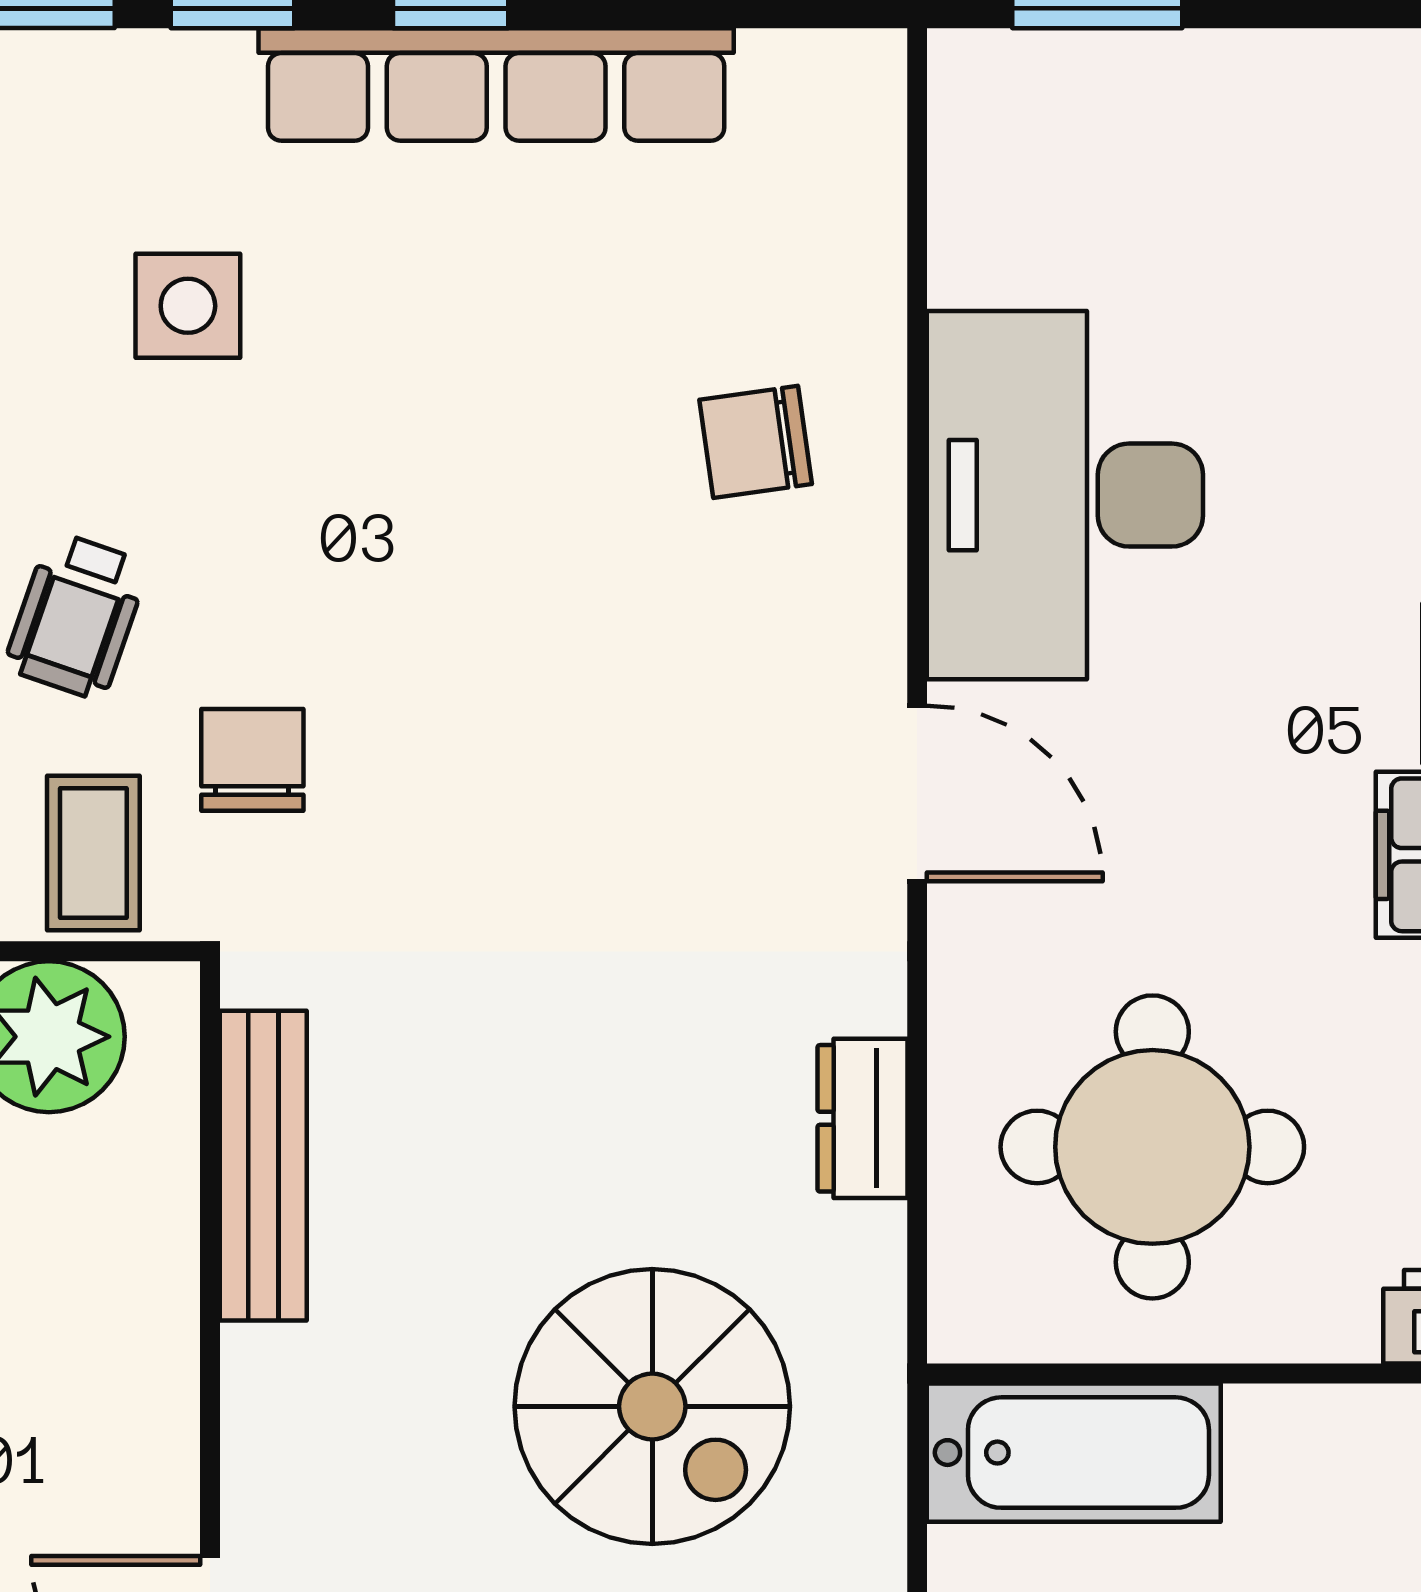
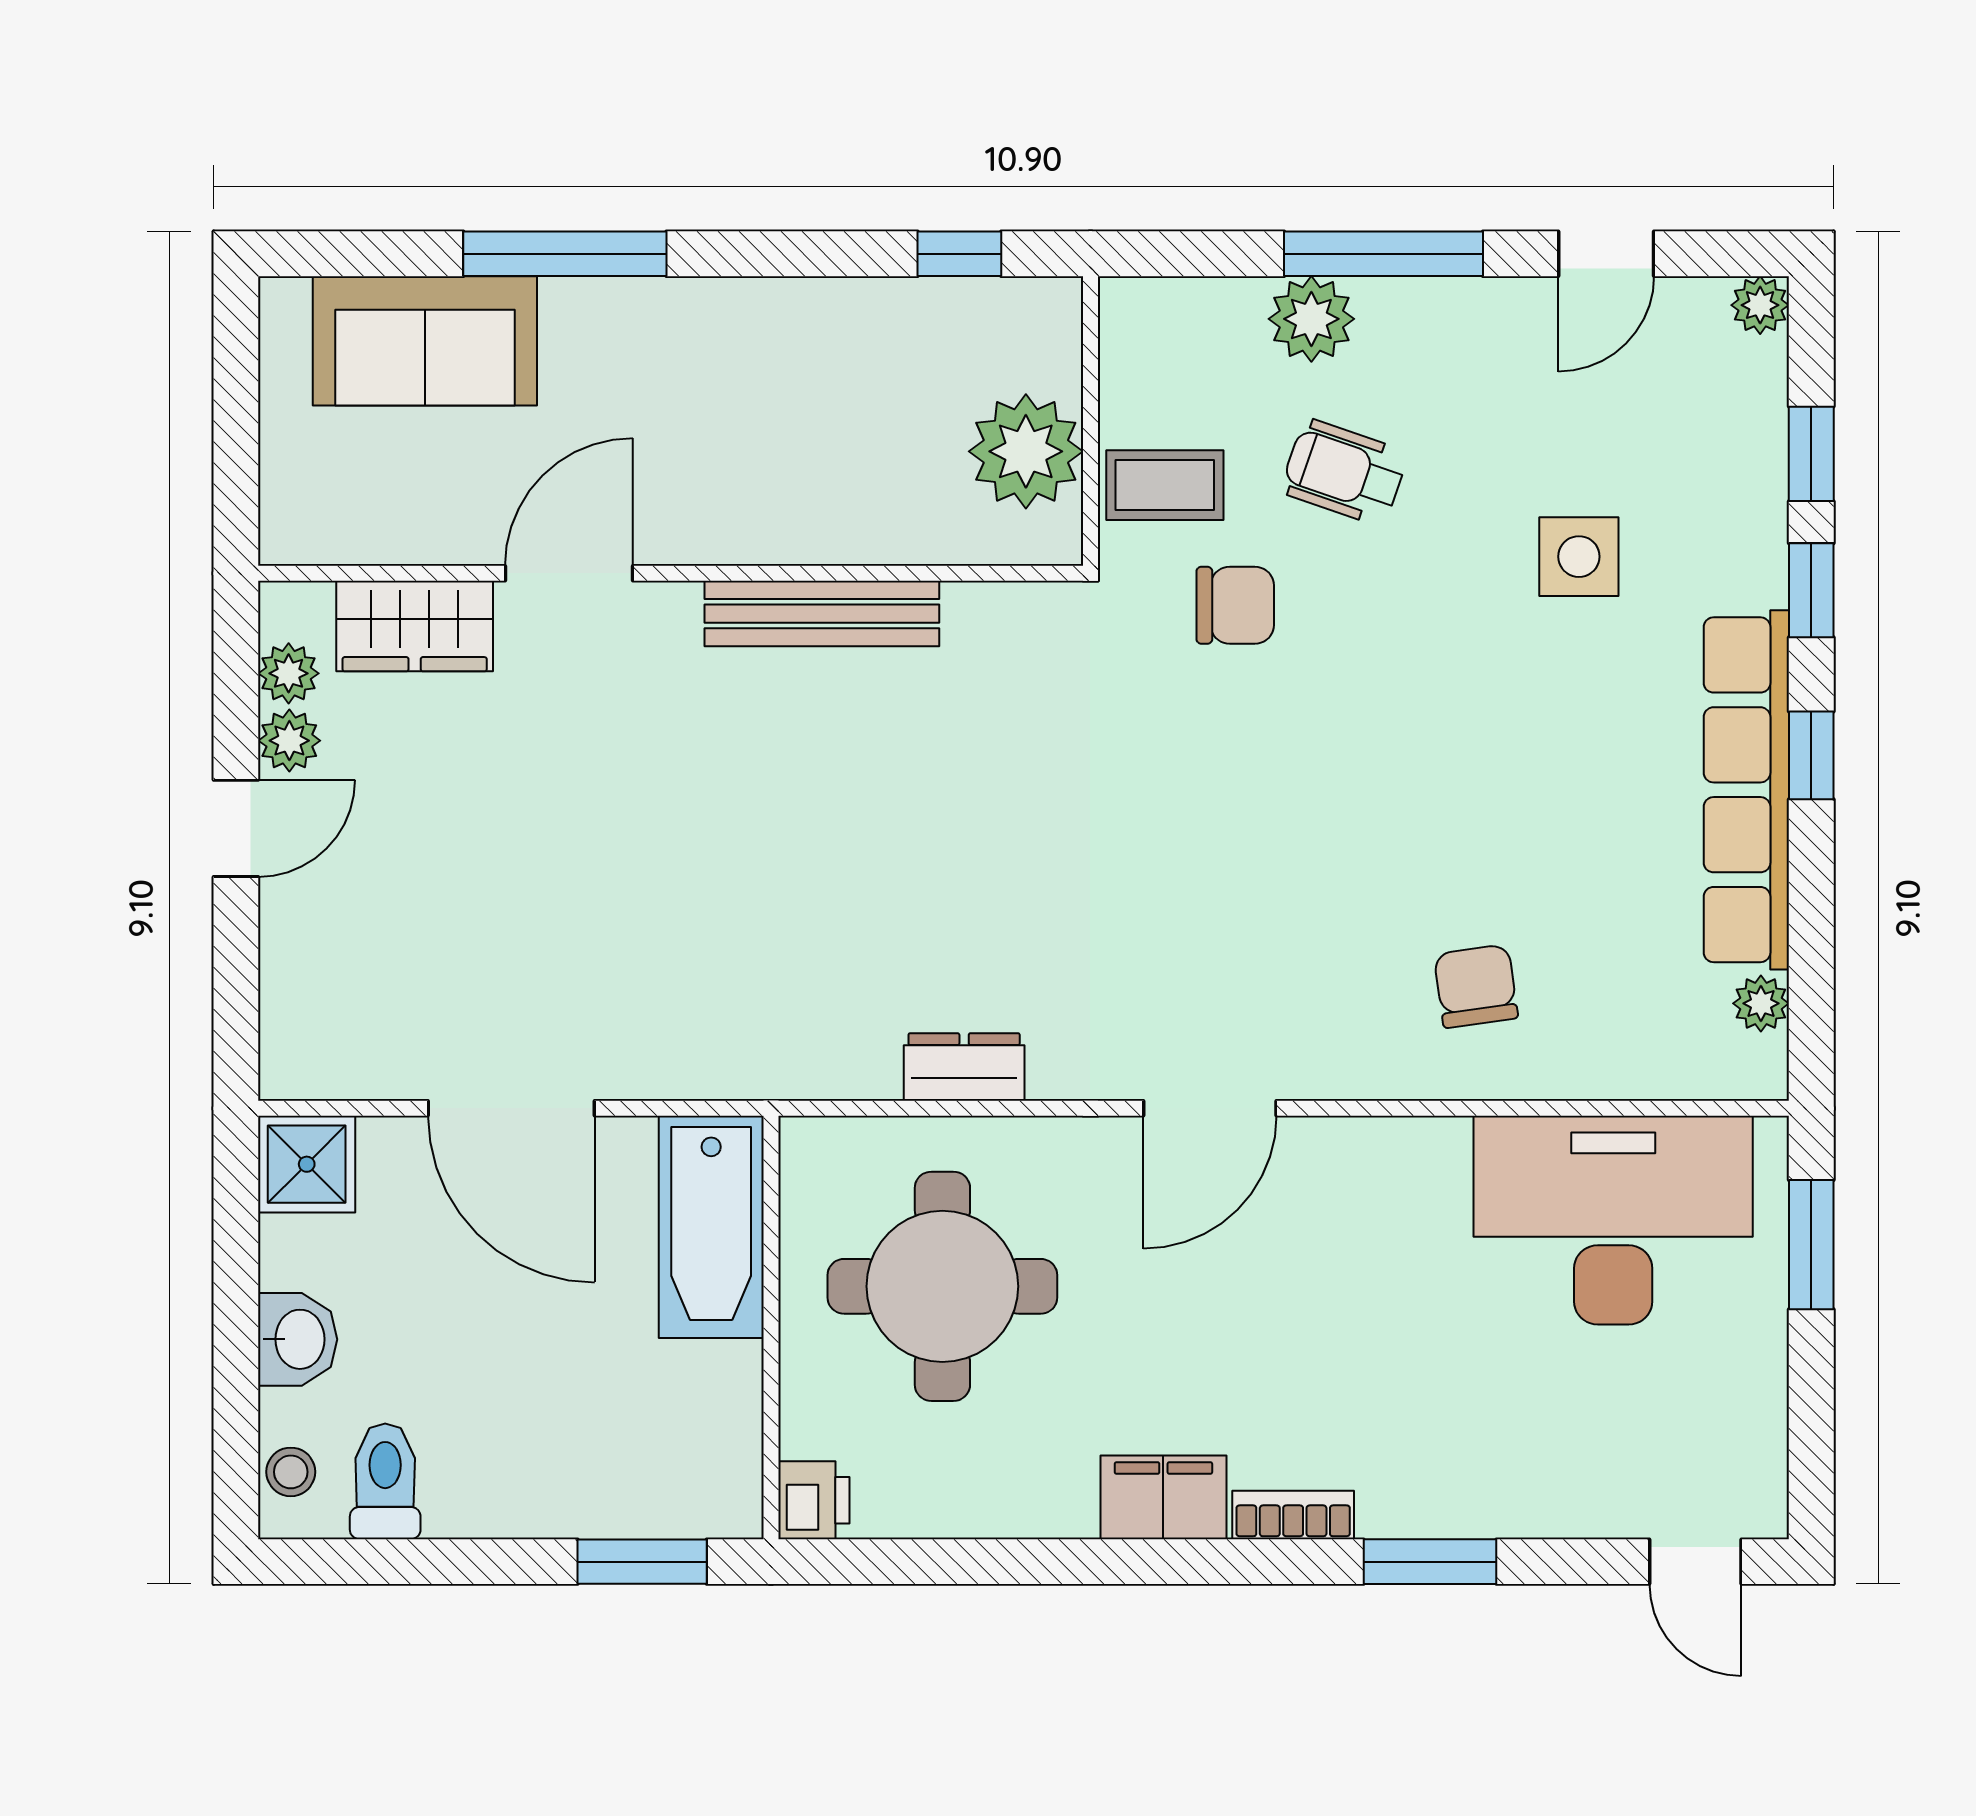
plant: (779, 65) -> (1761, 1003), added
desk: (1065, 495) -> (1613, 1220), moved
bench: (263, 1166) -> (822, 614), moved
spiral stairs: (652, 1406) -> (746, 908), removed

